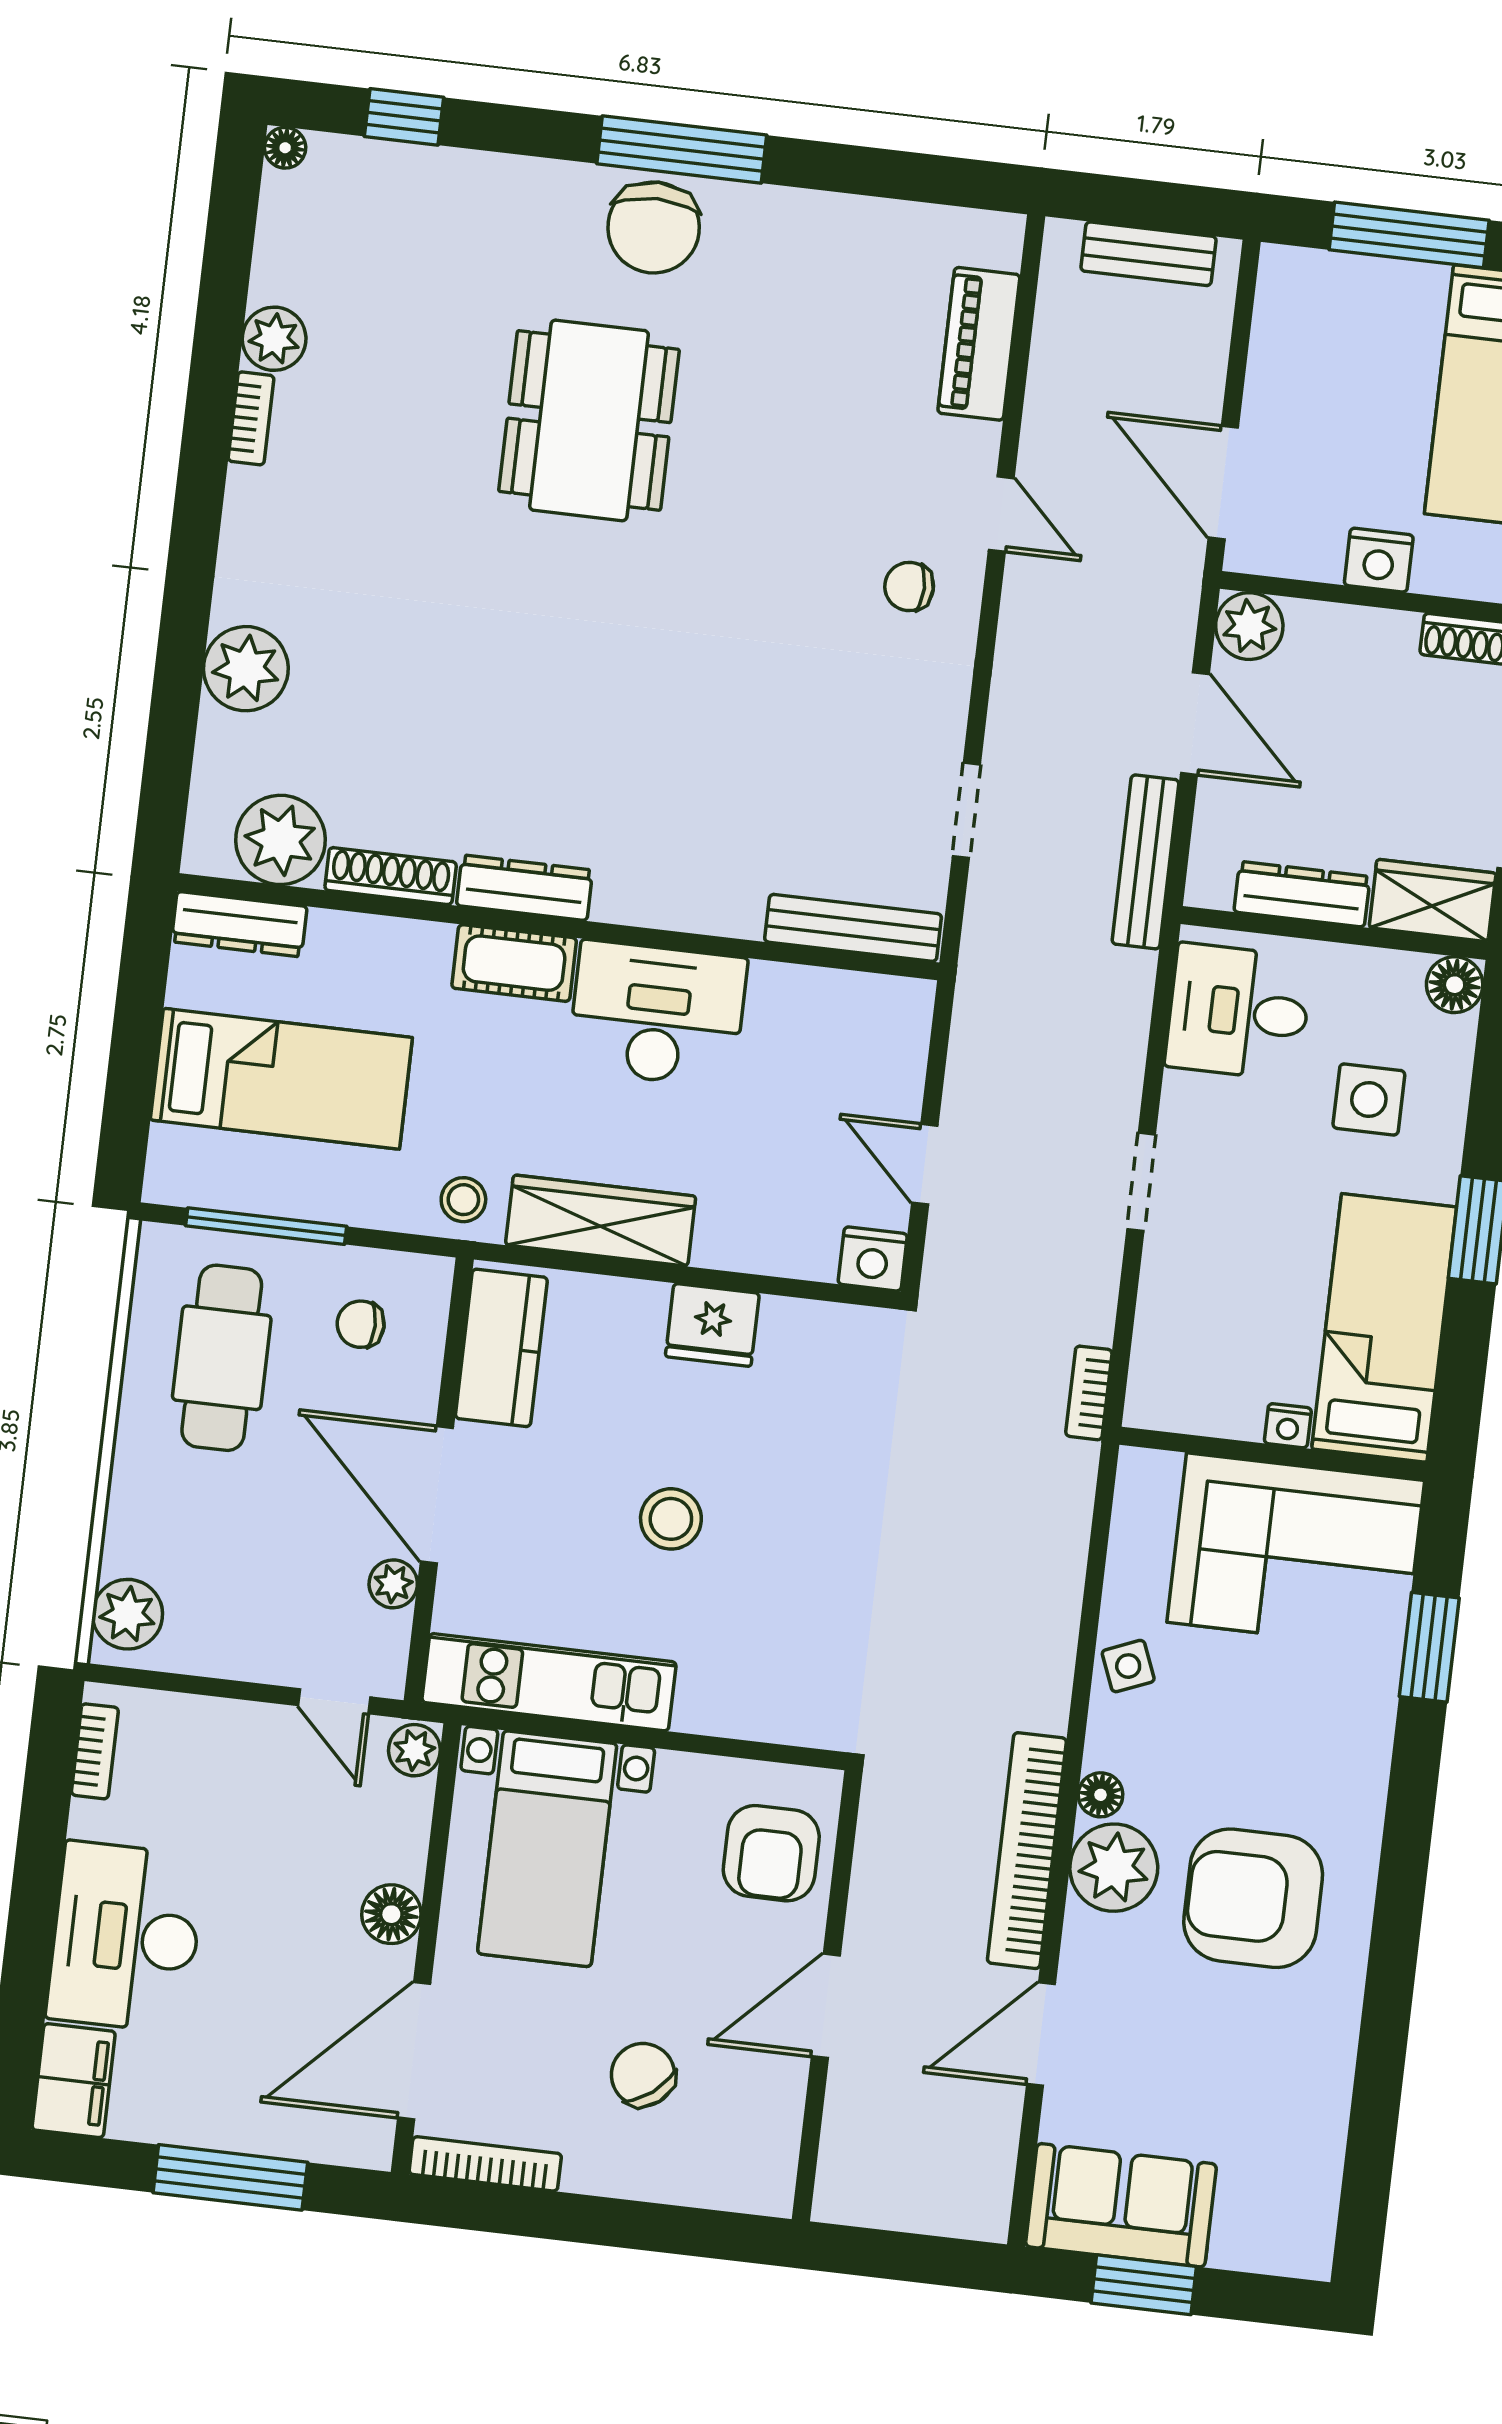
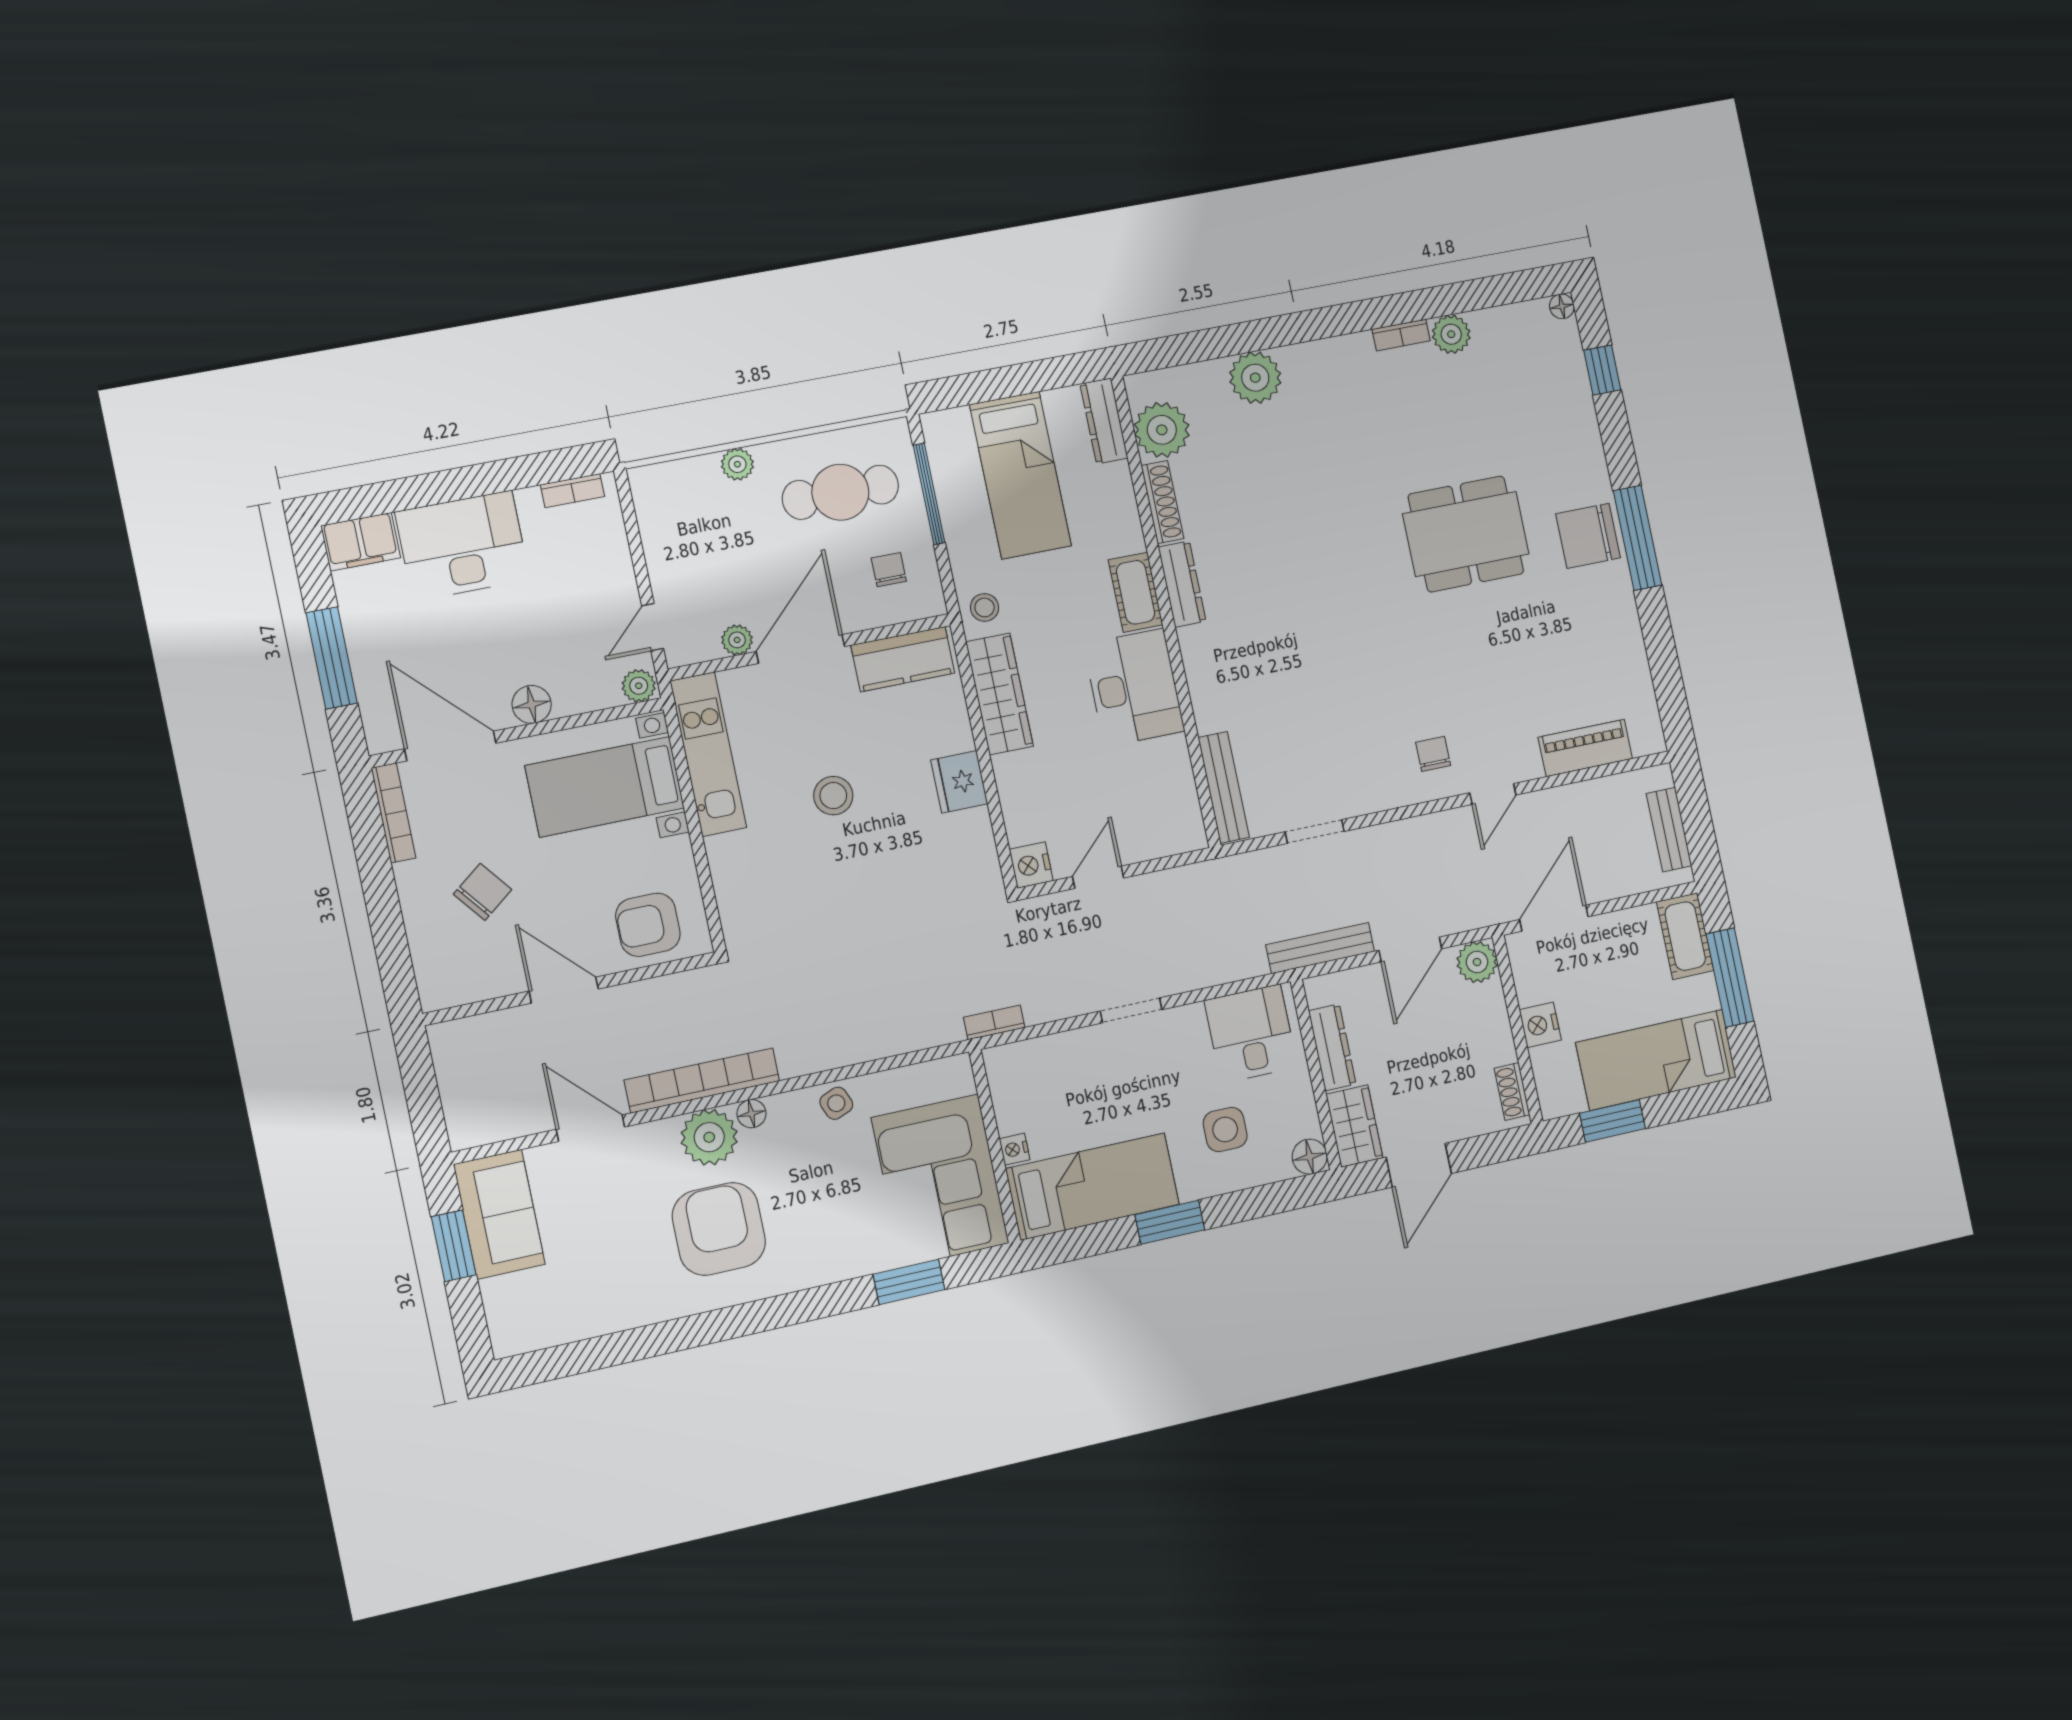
cot: (1321, 284) -> (1685, 936), added
plant: (127, 1614) -> (737, 464), moved, width x0.73, depth x0.73

